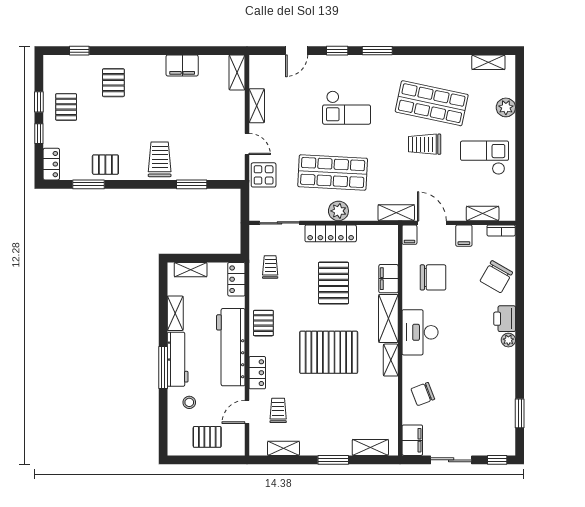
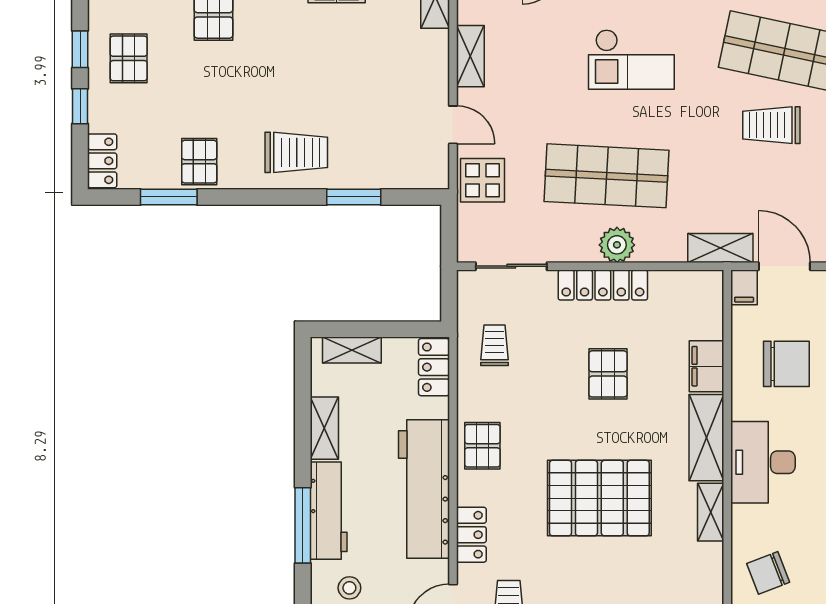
trolley: (160, 159) -> (296, 152), turned 90
pallet: (105, 165) -> (199, 162), turned 90
pallet: (333, 283) -> (608, 374), width x0.67, depth x0.71

